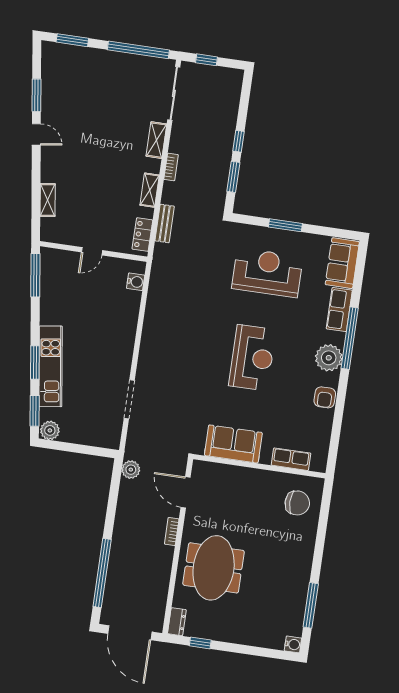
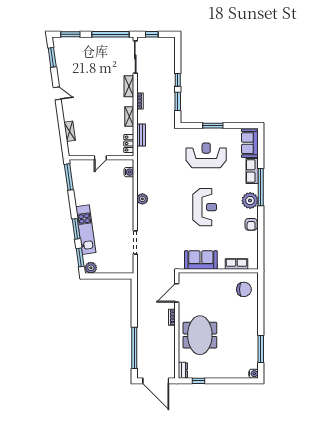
window: (37, 95) -> (52, 57), moved
plant: (131, 470) -> (142, 199), moved
door: (186, 492) -> (177, 293), hinge flipped

